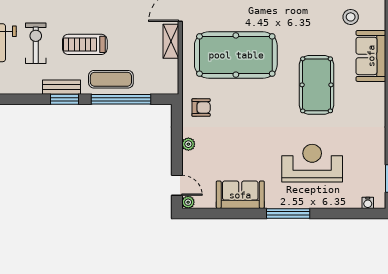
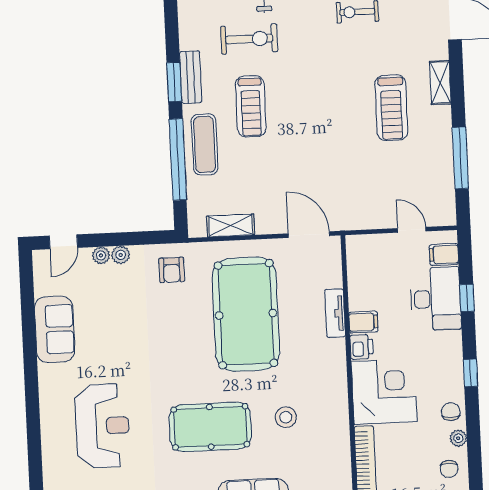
stool: (351, 17) -> (286, 417), moved
shelving: (171, 41) -> (231, 226), moved
treadmill: (85, 44) -> (251, 106), turned 180
plant: (188, 202) -> (101, 255), moved
window: (288, 213) -> (32, 396), removed

